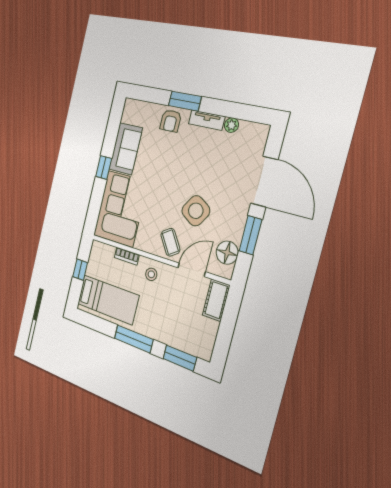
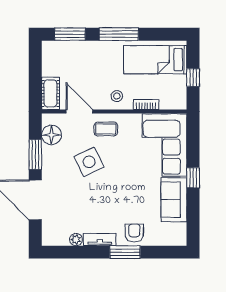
side table: (196, 211) -> (89, 162), turned 32
coffee table: (170, 242) -> (106, 129), turned -56
door: (192, 270) -> (79, 111), swing flipped

